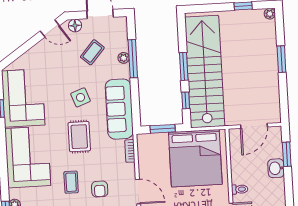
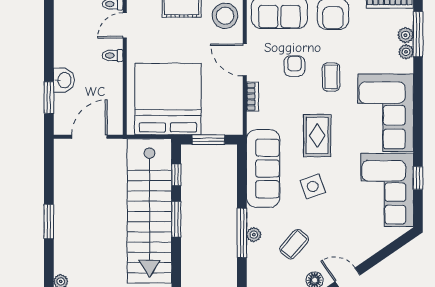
bookcase: (130, 151) -> (252, 97), moved

